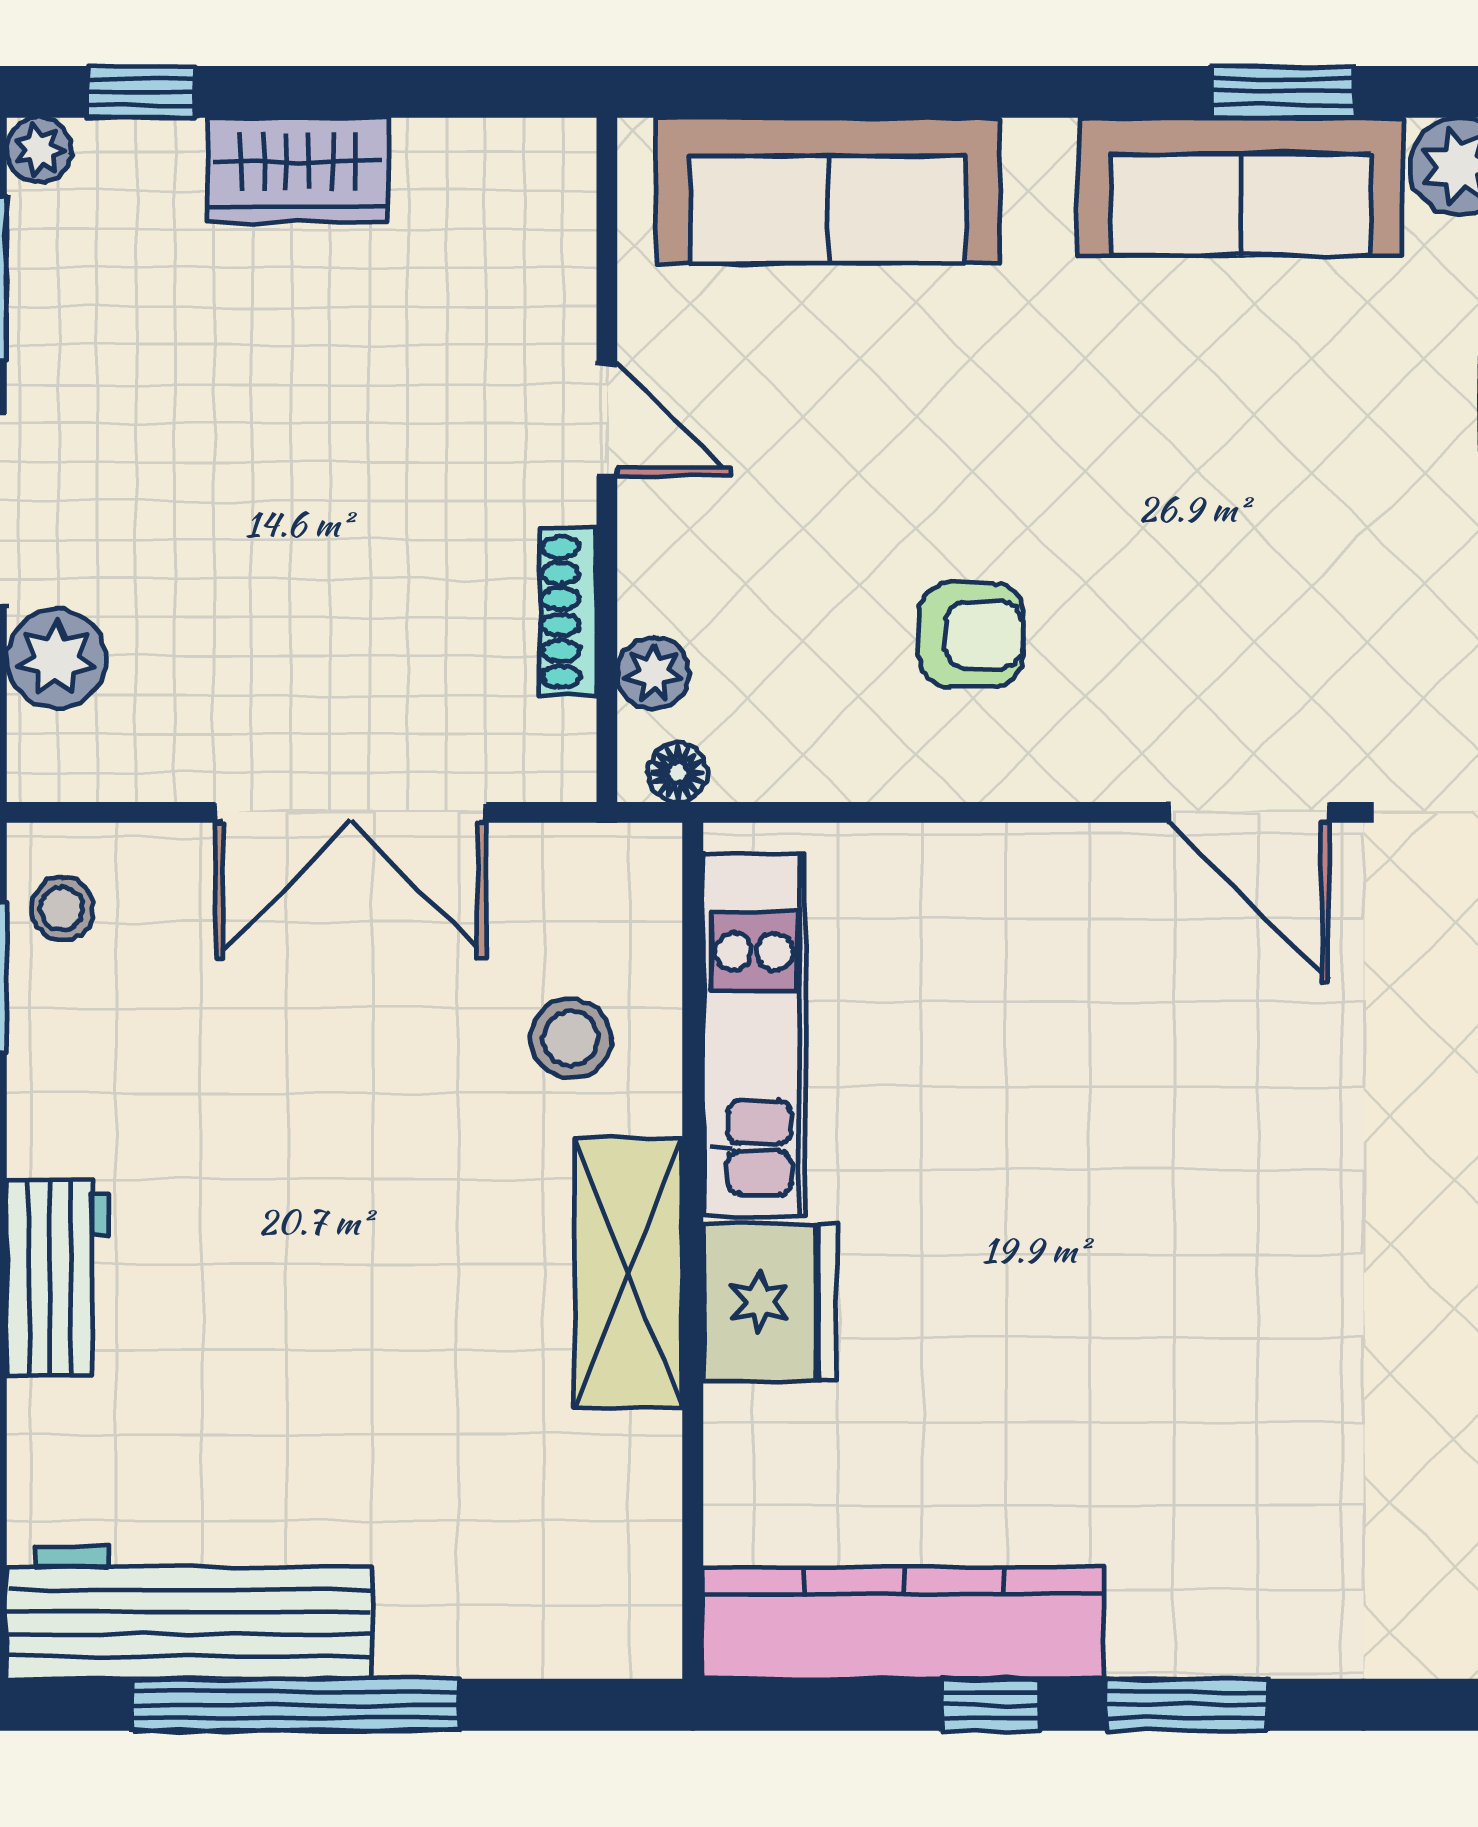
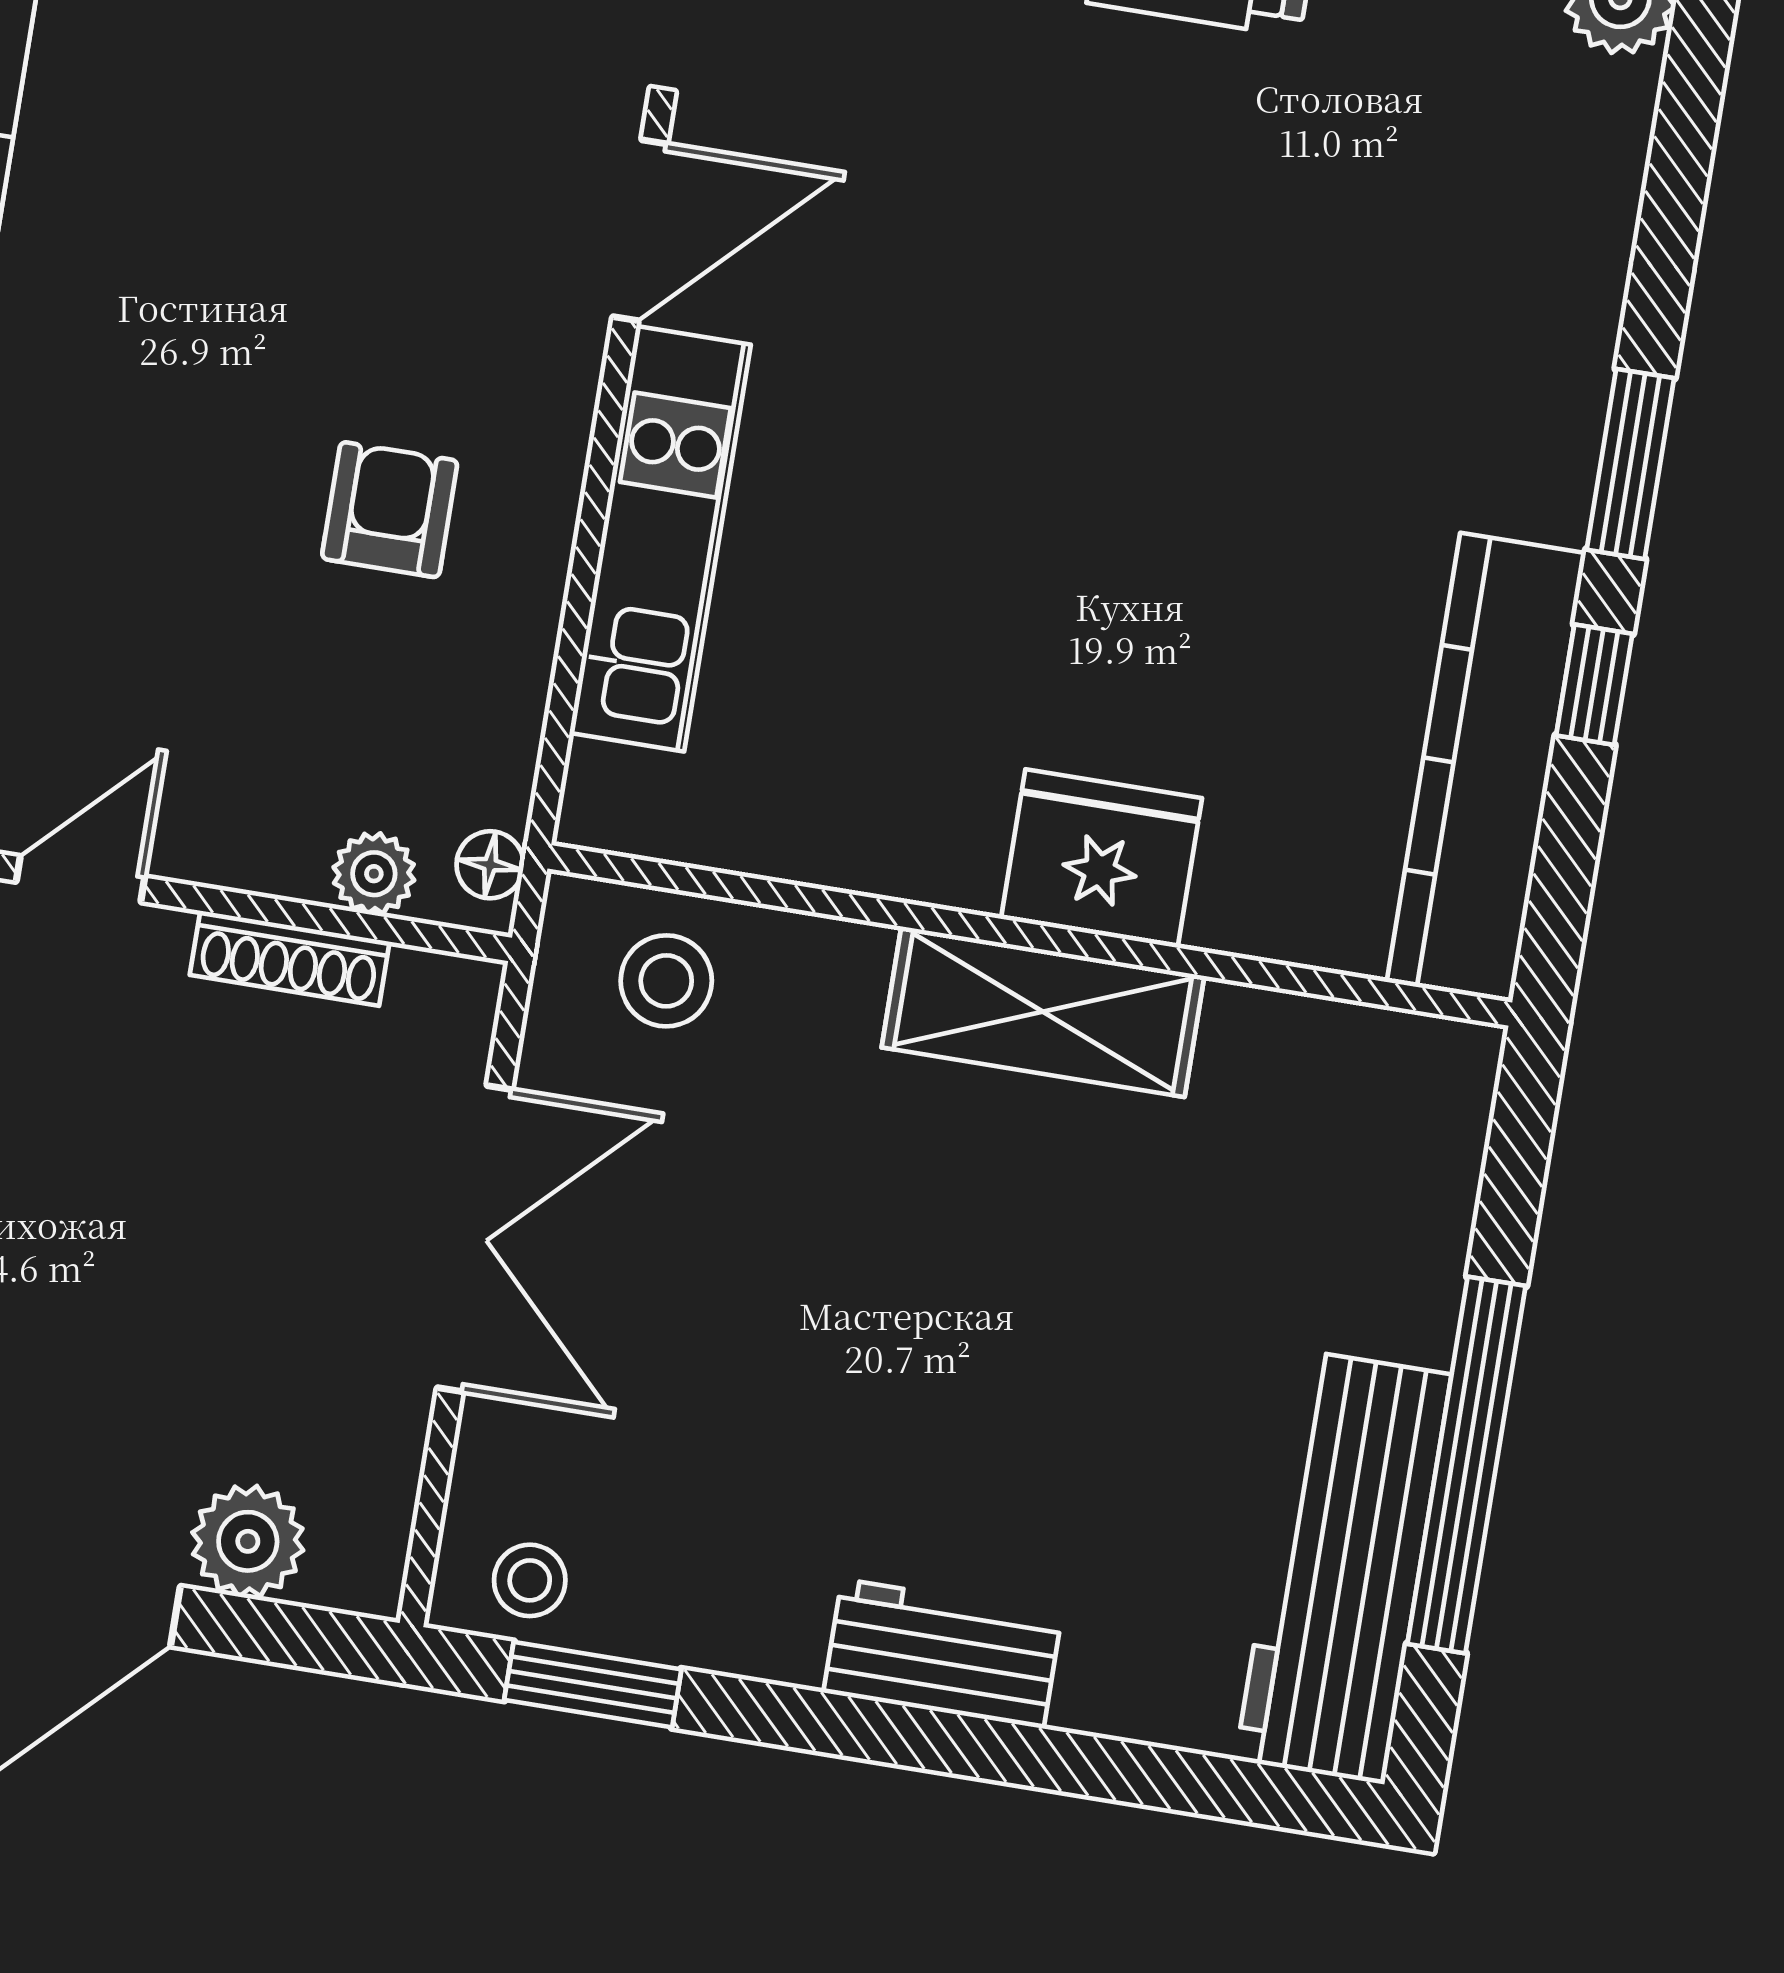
kitchen unit: (754, 1035) -> (660, 539), moved, turned 90
stool: (571, 1038) -> (666, 981), moved

